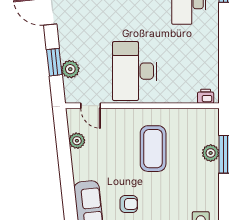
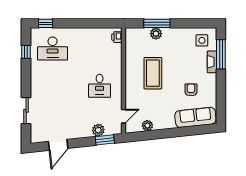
window: (54, 62) -> (105, 140), moved
desk: (135, 71) -> (100, 86), width x0.53, depth x0.77
coffee table: (153, 149) -> (153, 73), turned 90

